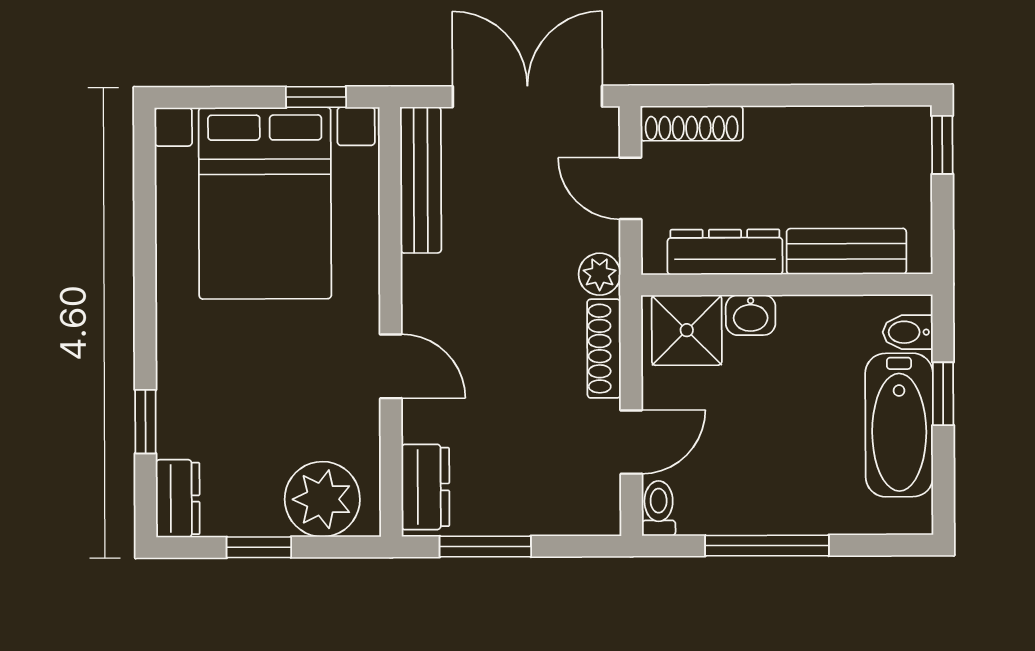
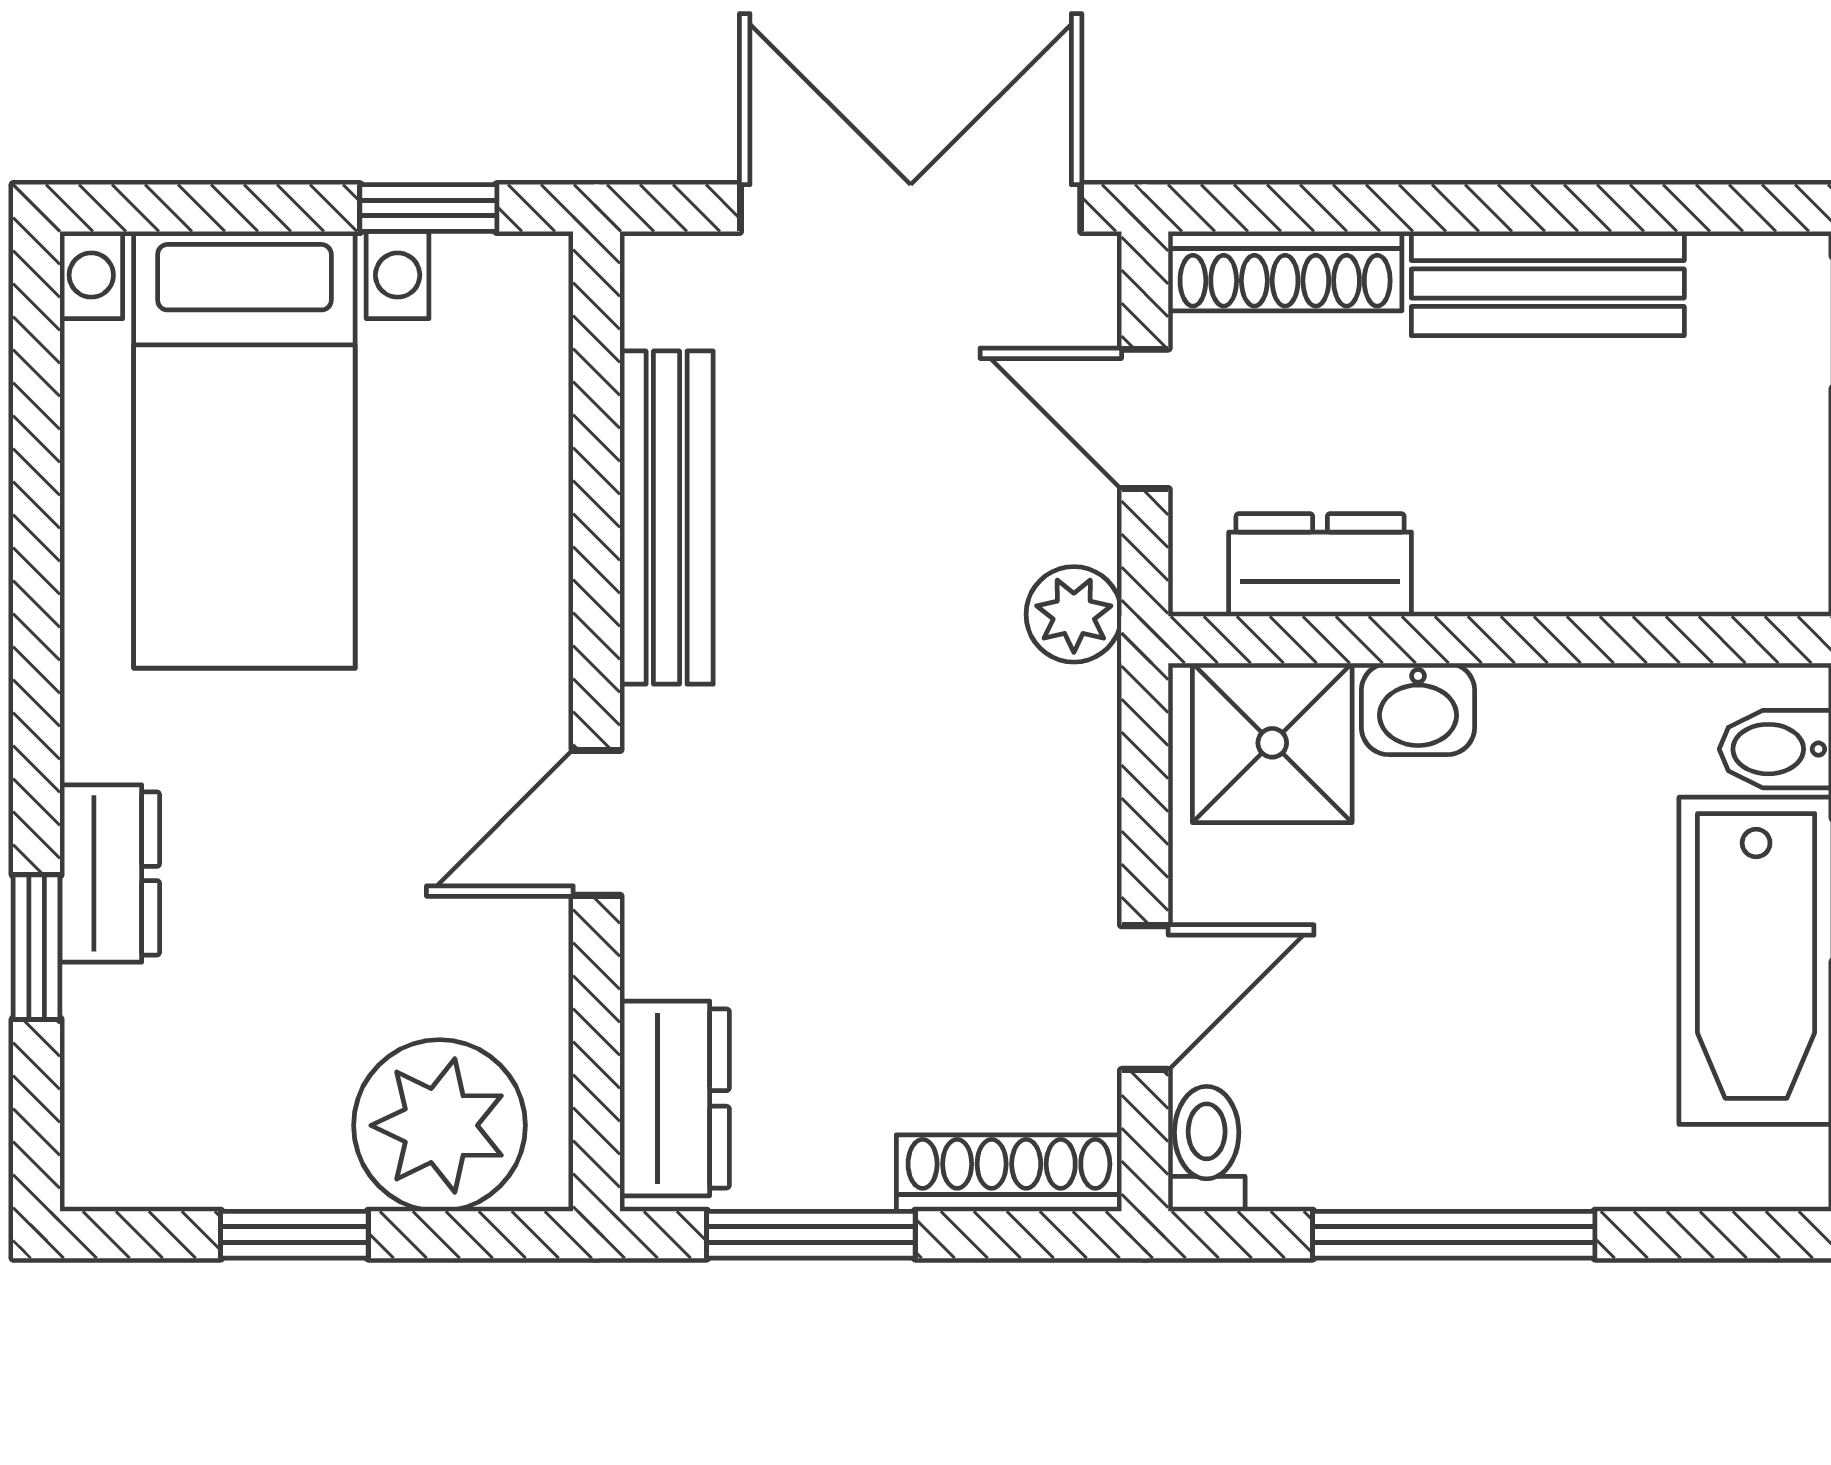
bench: (421, 180) -> (667, 518), moved
bed with nightstands: (265, 203) -> (244, 450), width x0.73
bench: (846, 251) -> (1548, 284), moved
dresser: (725, 252) -> (1320, 565), width x0.70
shoe rack: (604, 349) -> (1009, 1173), moved, turned 90
door: (391, 366) -> (597, 823), swing flipped
dresser: (178, 498) -> (110, 873), moved

